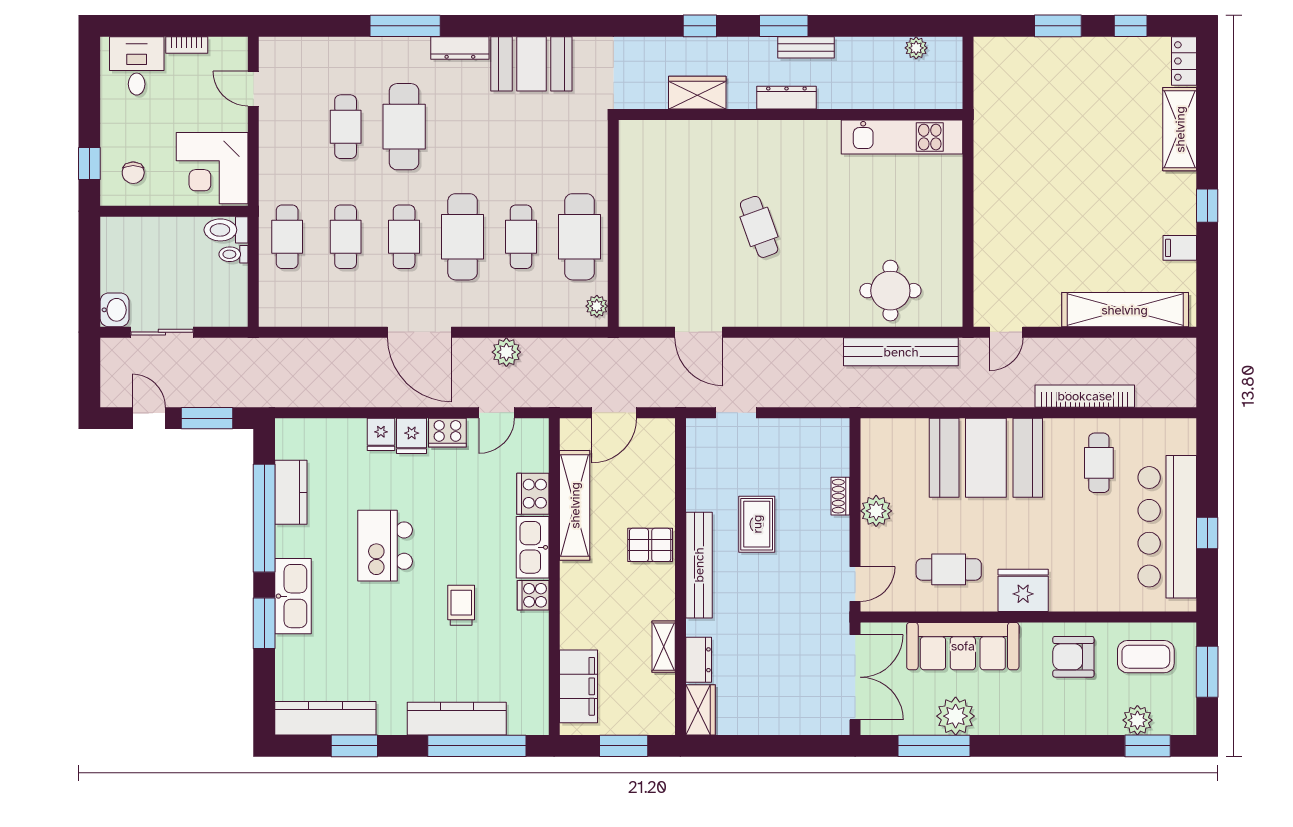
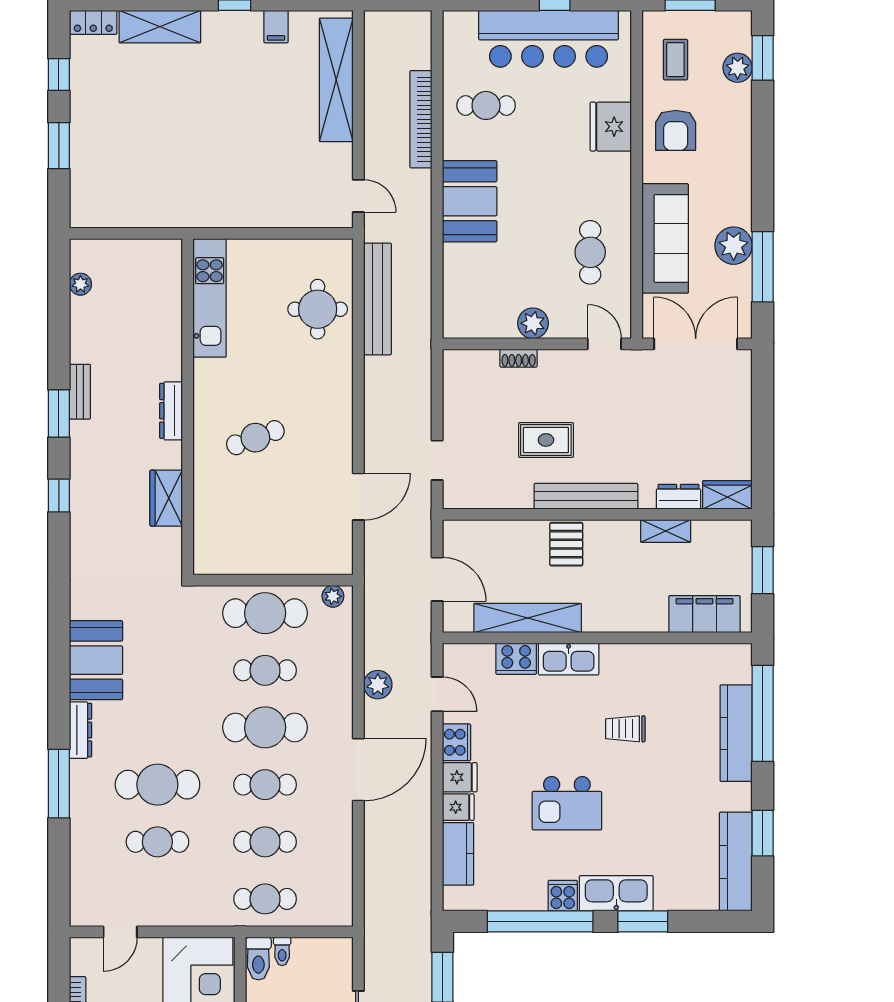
wardrobe: (697, 93) -> (166, 498), moved
dresser: (786, 98) -> (171, 411), moved
wall: (791, 115) -> (188, 407), moved
kitchen unit: (902, 137) -> (210, 298), moved
booth: (986, 458) -> (470, 201), width x0.73, depth x0.70
kitchen counter: (291, 492) -> (458, 854), moved, turned 90
fridge: (1023, 590) -> (611, 127), moved
cooker: (533, 595) -> (563, 896), moved, turned 180
coffee table: (1146, 657) -> (675, 60), width x0.73, depth x0.77

